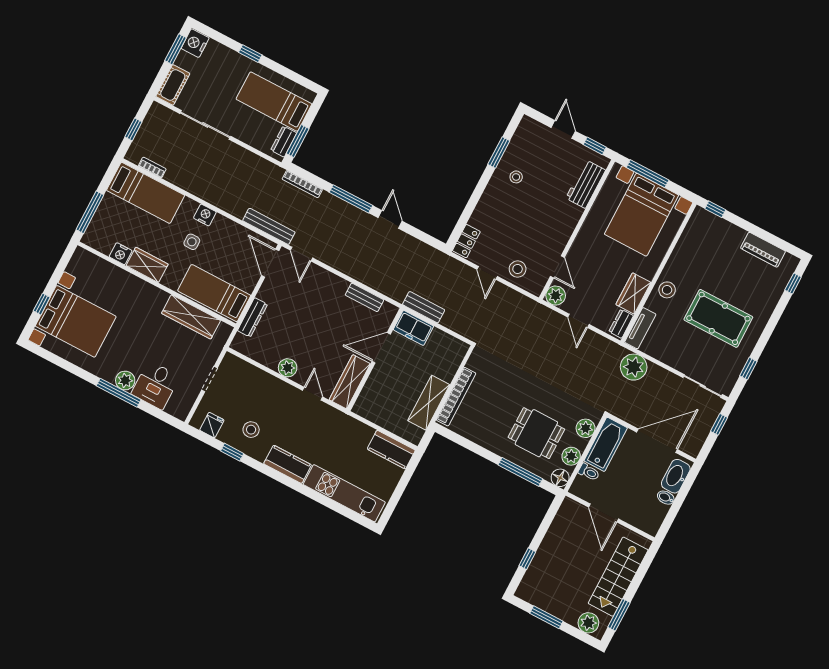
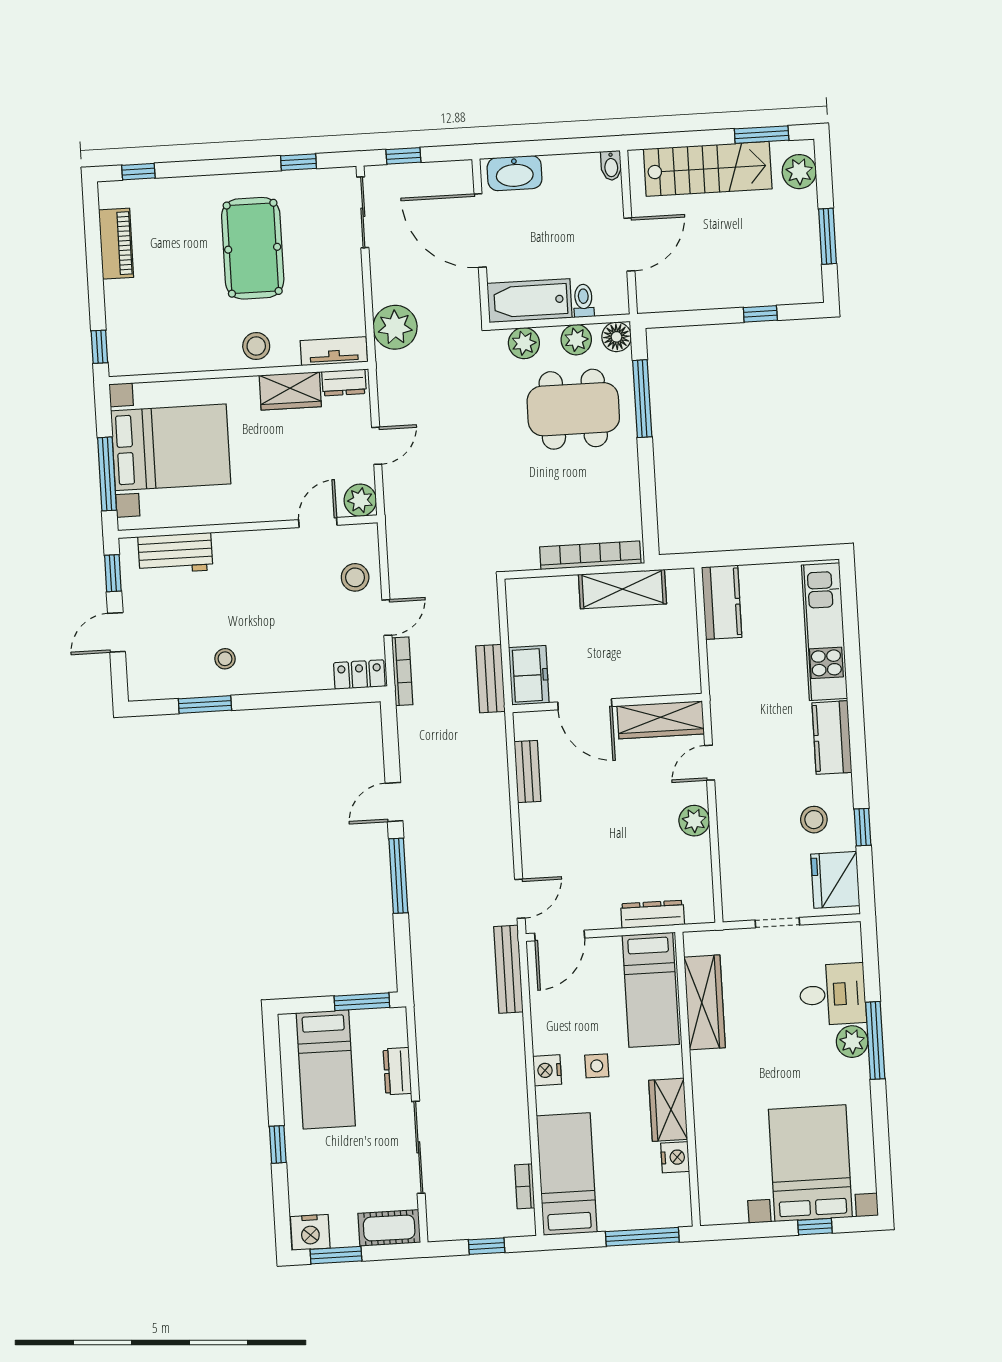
dresser: (284, 142) -> (397, 1071), moved, turned 90
bookcase: (302, 184) -> (402, 671), moved
fridge: (212, 425) -> (835, 880), width x1.88, depth x1.34
dining table: (536, 433) -> (573, 409), width x1.38
bidet: (666, 498) -> (611, 165), moved

